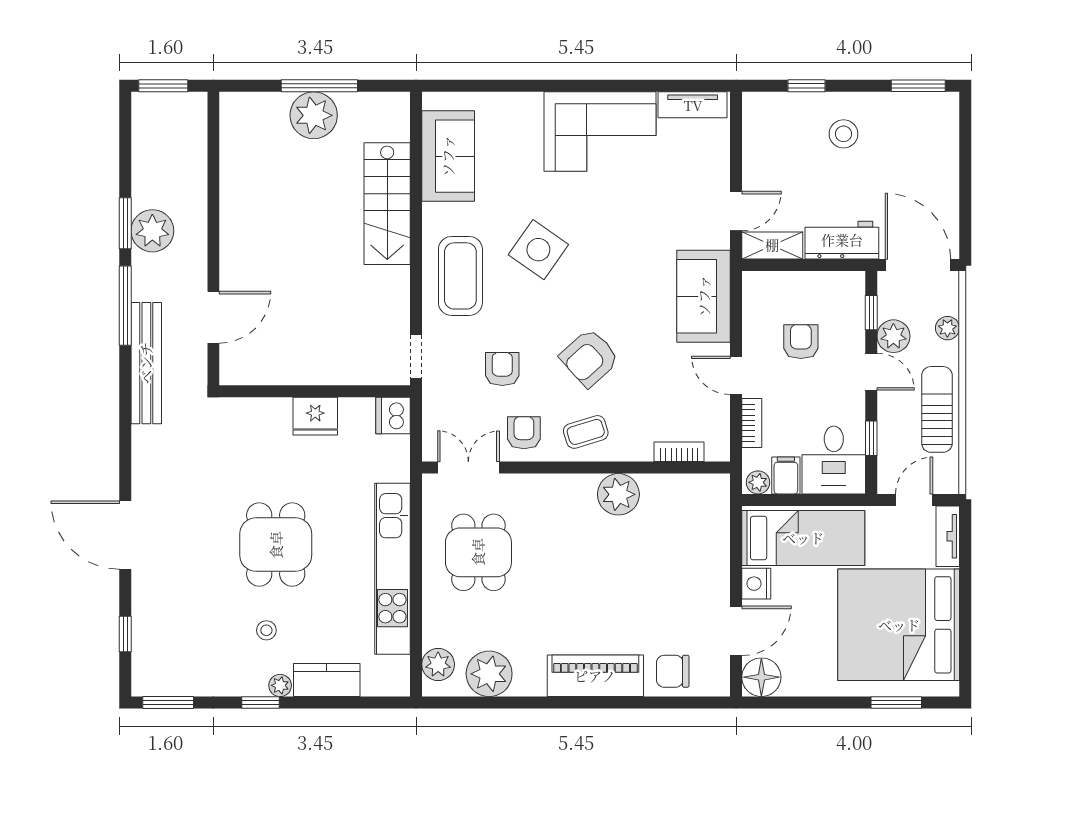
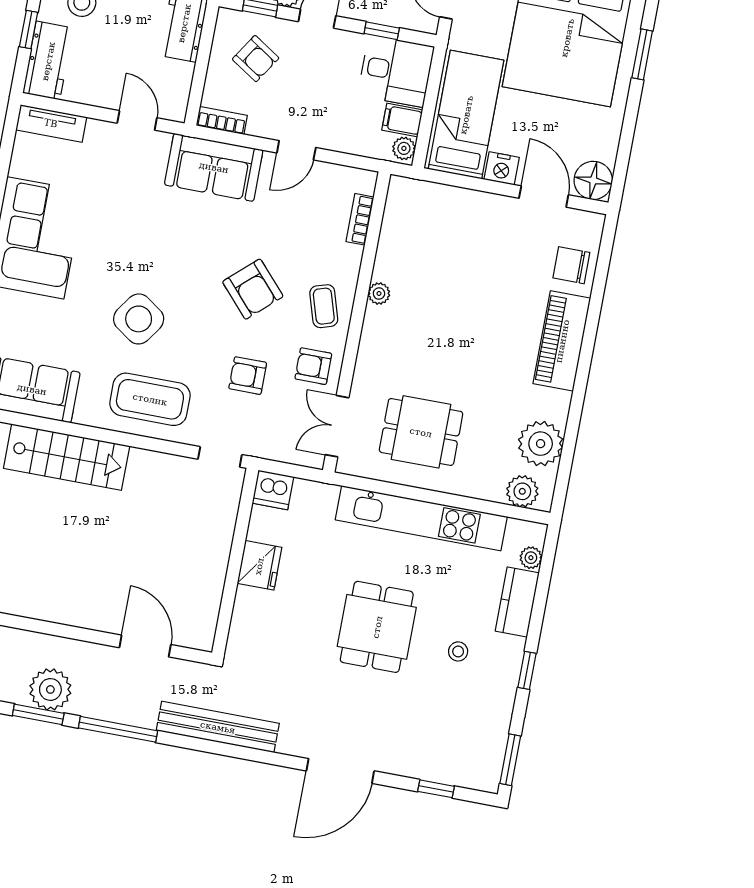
tv unit: (693, 105) -> (51, 123), moved, turned 90
workbench: (779, 111) -> (48, 61), added
shelving: (772, 245) -> (177, 92), removed
armchair: (801, 342) -> (256, 59), moved, turned -147
bench: (146, 363) -> (218, 727), moved
bookcase: (752, 423) -> (222, 121), moved
plant: (618, 494) -> (379, 293), width x0.53, depth x0.53
dining table: (276, 545) -> (377, 627), turned 90
chair: (673, 671) -> (571, 265), turned 90
plant: (280, 685) -> (531, 558), moved

